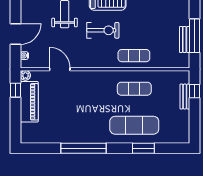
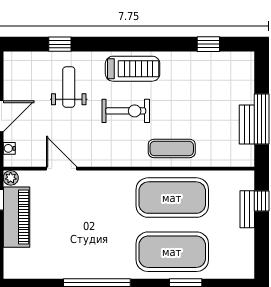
exercise mat: (134, 89) -> (172, 198), width x2.00, depth x1.45
exercise mat: (134, 125) -> (172, 252), width x1.47

